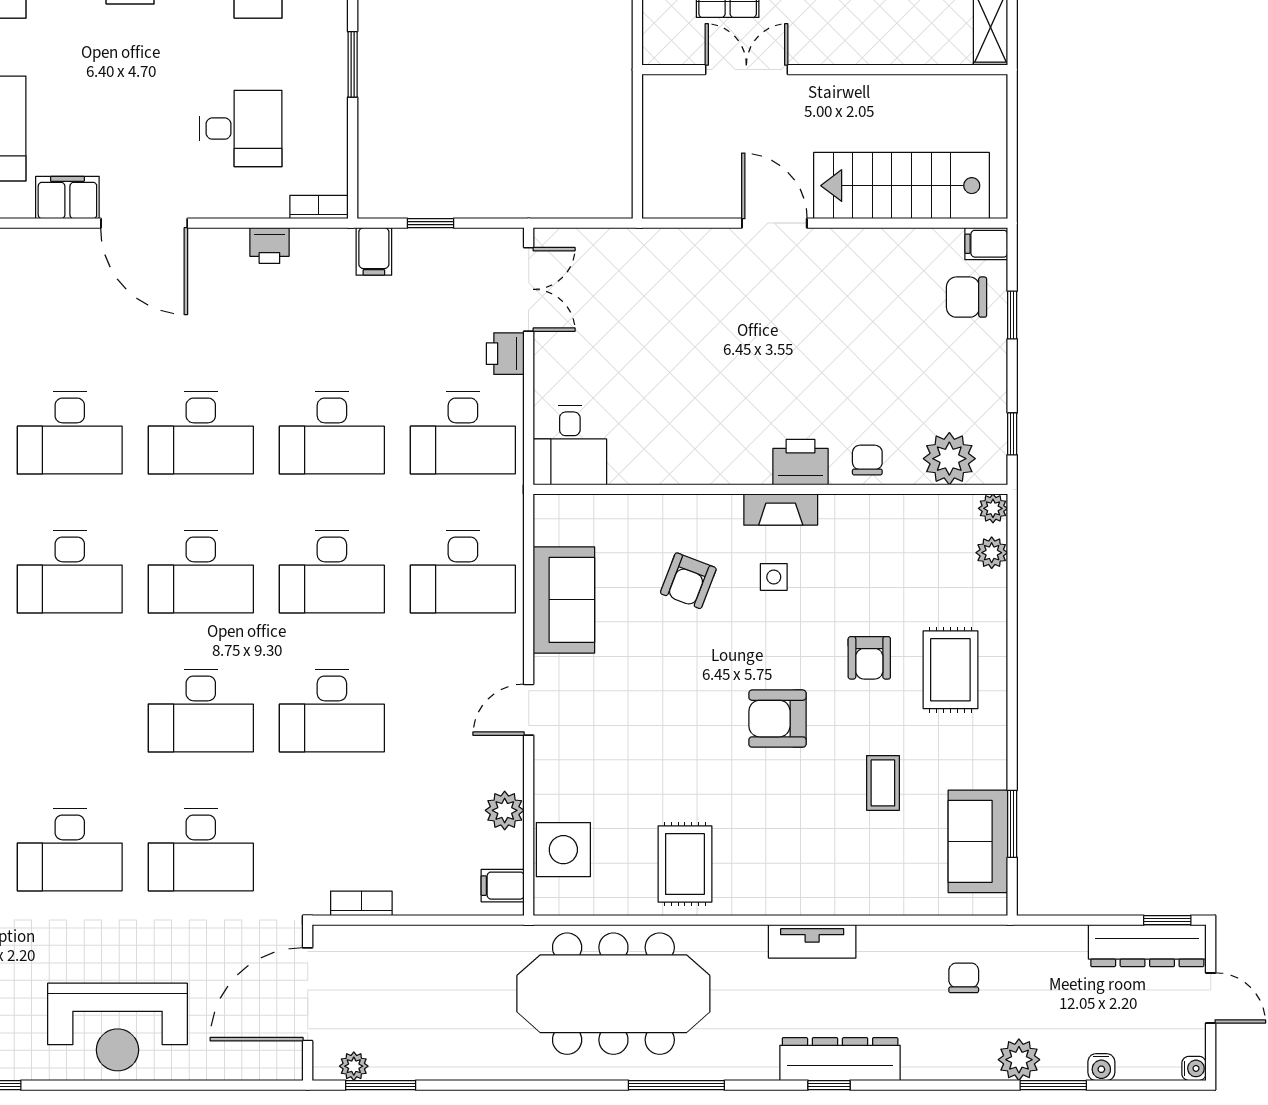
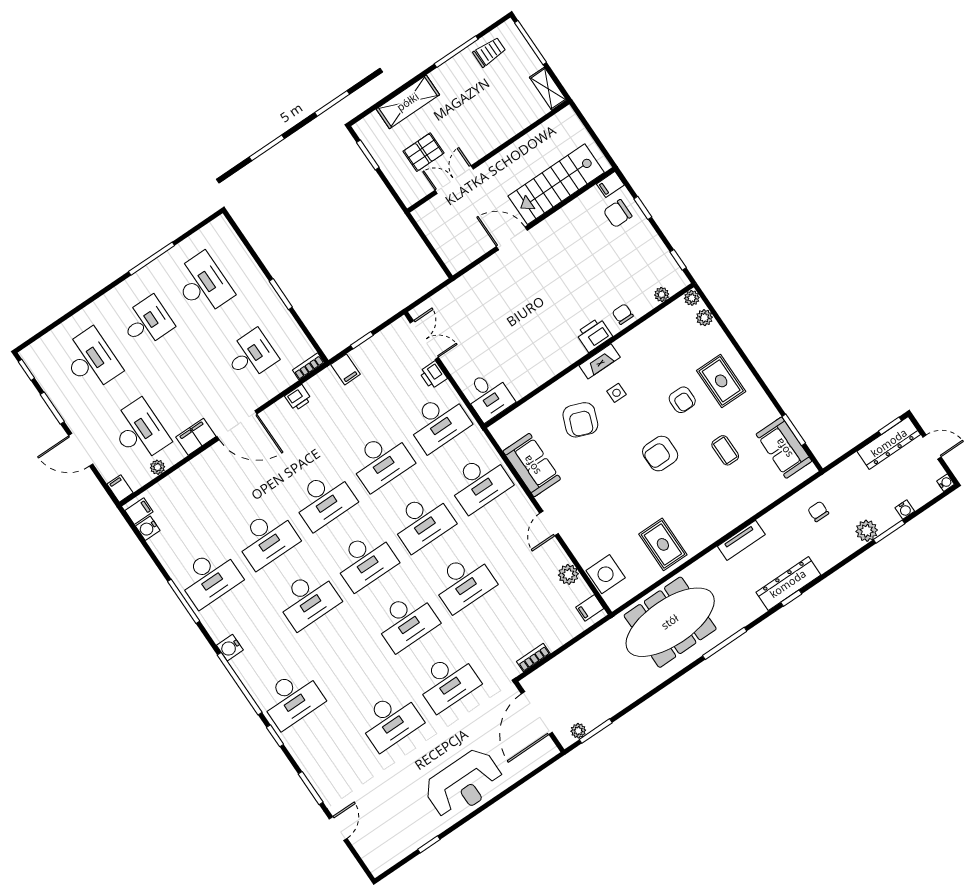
plant: (949, 459) -> (662, 294), width x0.53, depth x0.53
armchair: (688, 581) -> (580, 420), width x1.38, depth x1.38

